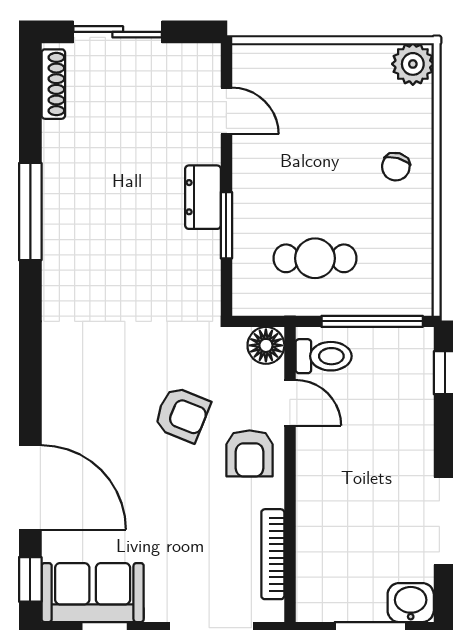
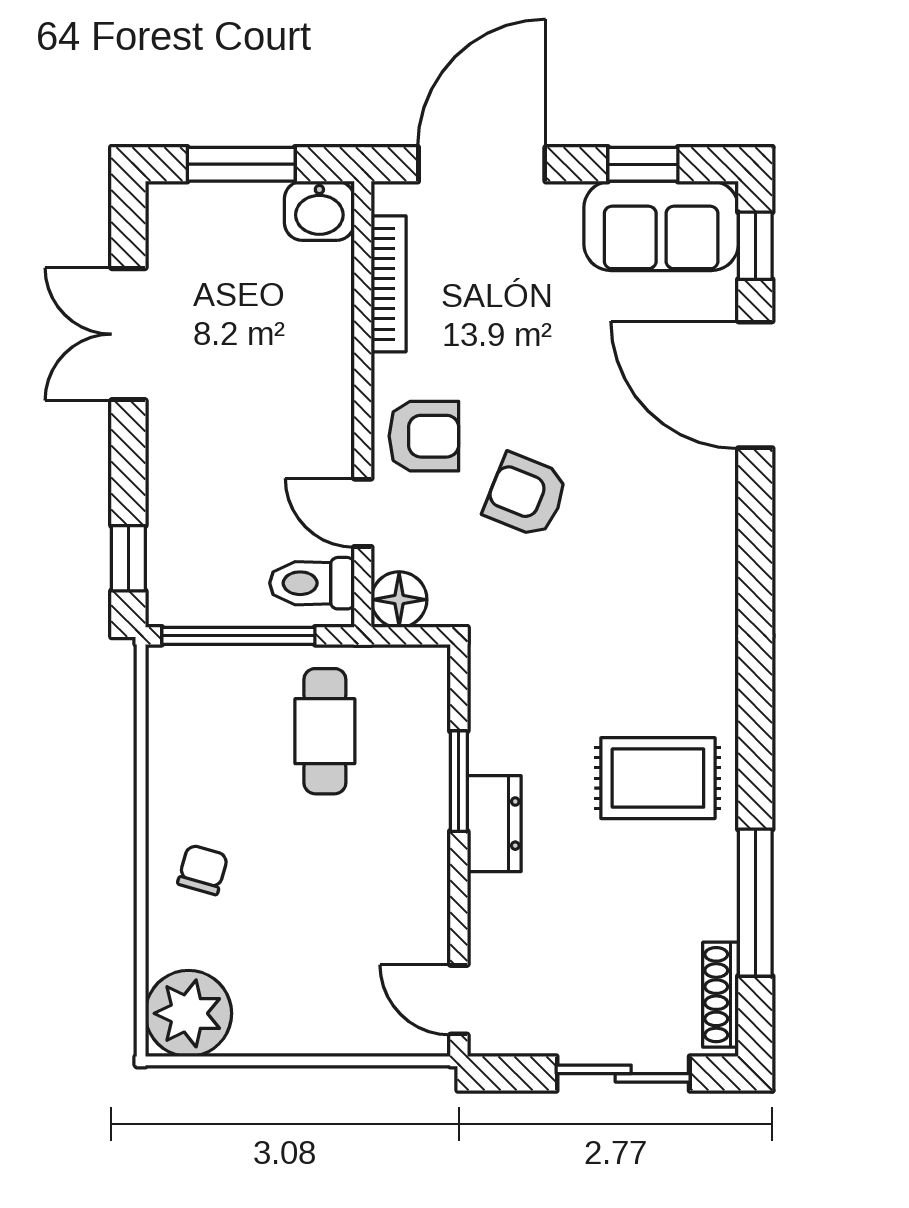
plant: (413, 64) -> (188, 1013), width x1.36, depth x1.36
door: (226, 111) -> (459, 1000), moved
window: (30, 212) -> (755, 903), moved
rug: (95, 227) -> (658, 778), added
cafe table: (315, 258) -> (325, 731), turned 90
armchair: (250, 453) -> (424, 436), turned 90
washbasin: (411, 603) -> (319, 211), moved

